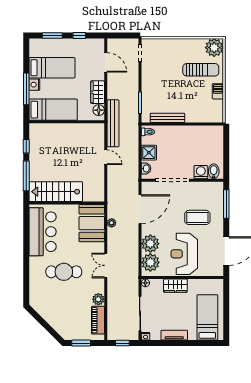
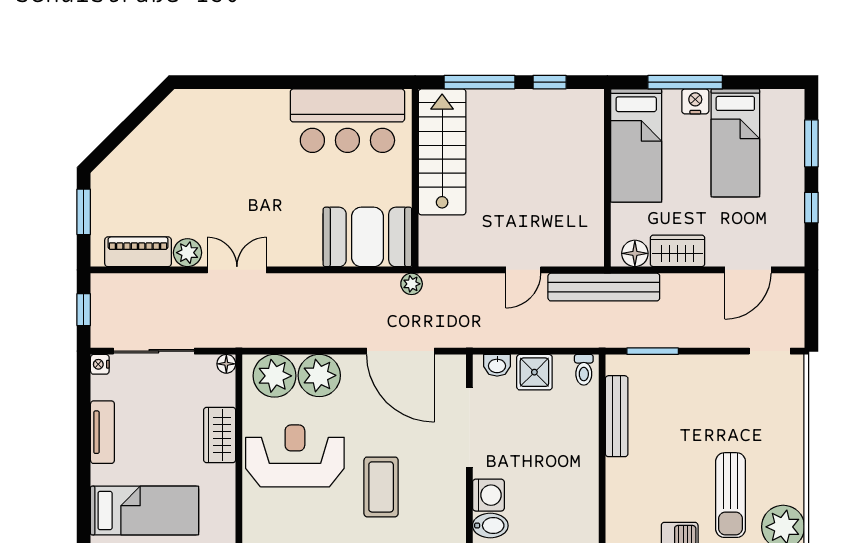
plant: (112, 223) -> (412, 284), moved
double door: (106, 265) -> (237, 270), moved
cafe table: (64, 272) -> (252, 171), removed

